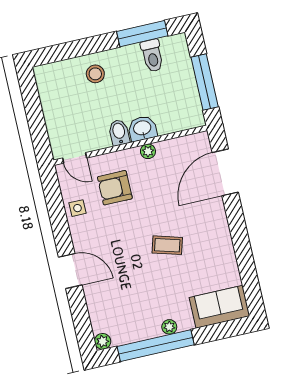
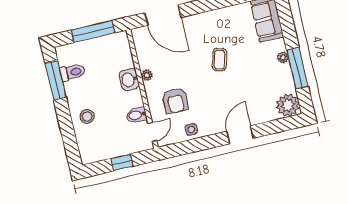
window: (36, 118) -> (122, 162), added
bidet: (119, 133) -> (137, 115), moved
plant: (103, 341) -> (288, 105), width x1.88, depth x1.88
window: (156, 346) -> (297, 68), width x0.68

